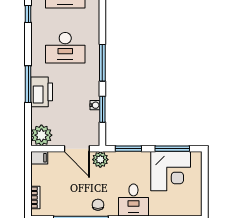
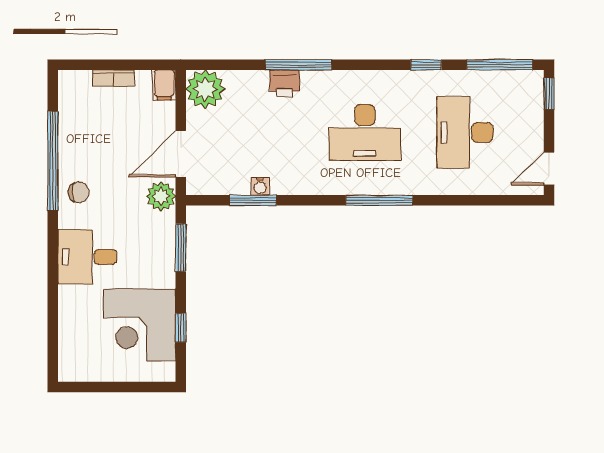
desk: (65, 48) -> (365, 132), turned -90
window: (102, 63) -> (379, 200), moved
printer: (42, 92) -> (284, 83), width x0.53, depth x0.68
window: (172, 149) -> (181, 328), width x0.46
bookcase: (35, 198) -> (113, 78), moved

